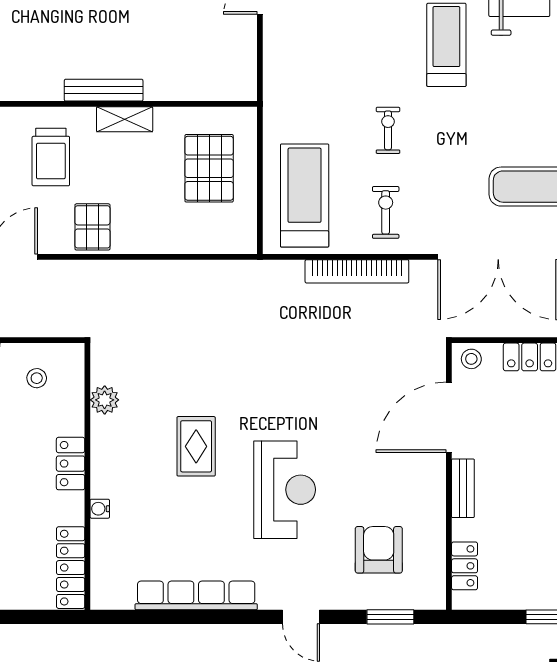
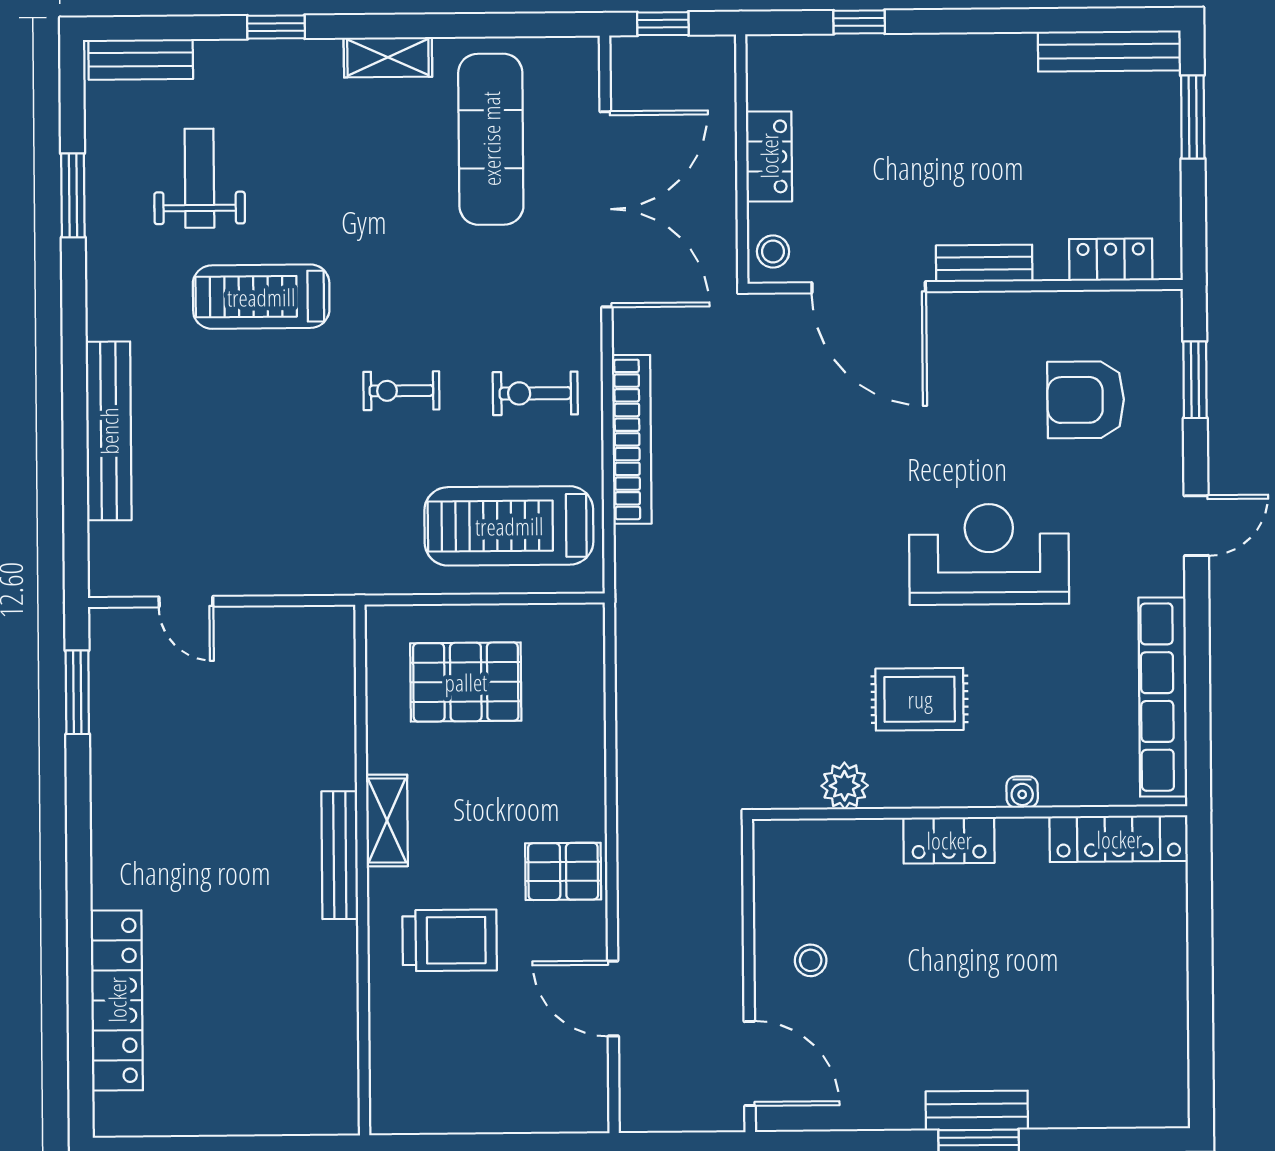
plant: (105, 400) -> (845, 786), moved
locker: (71, 464) -> (949, 840), moved
wall: (87, 476) -> (970, 813), moved
water cooler: (100, 509) -> (1022, 792), moved
locker: (71, 568) -> (1119, 839), moved

